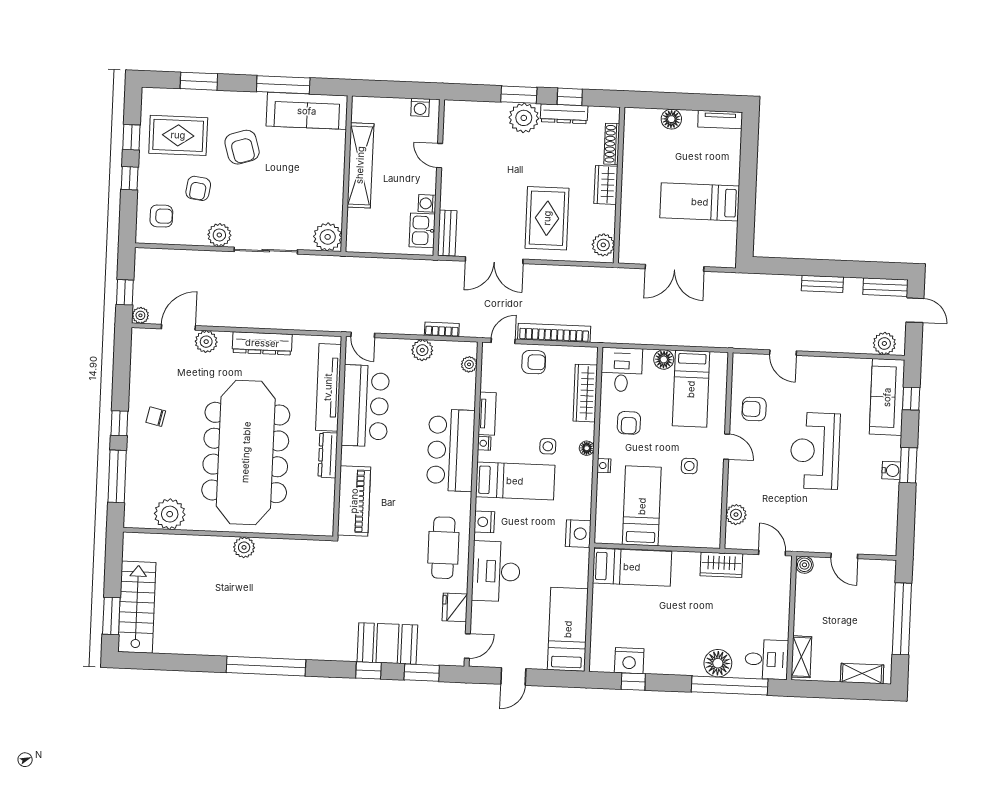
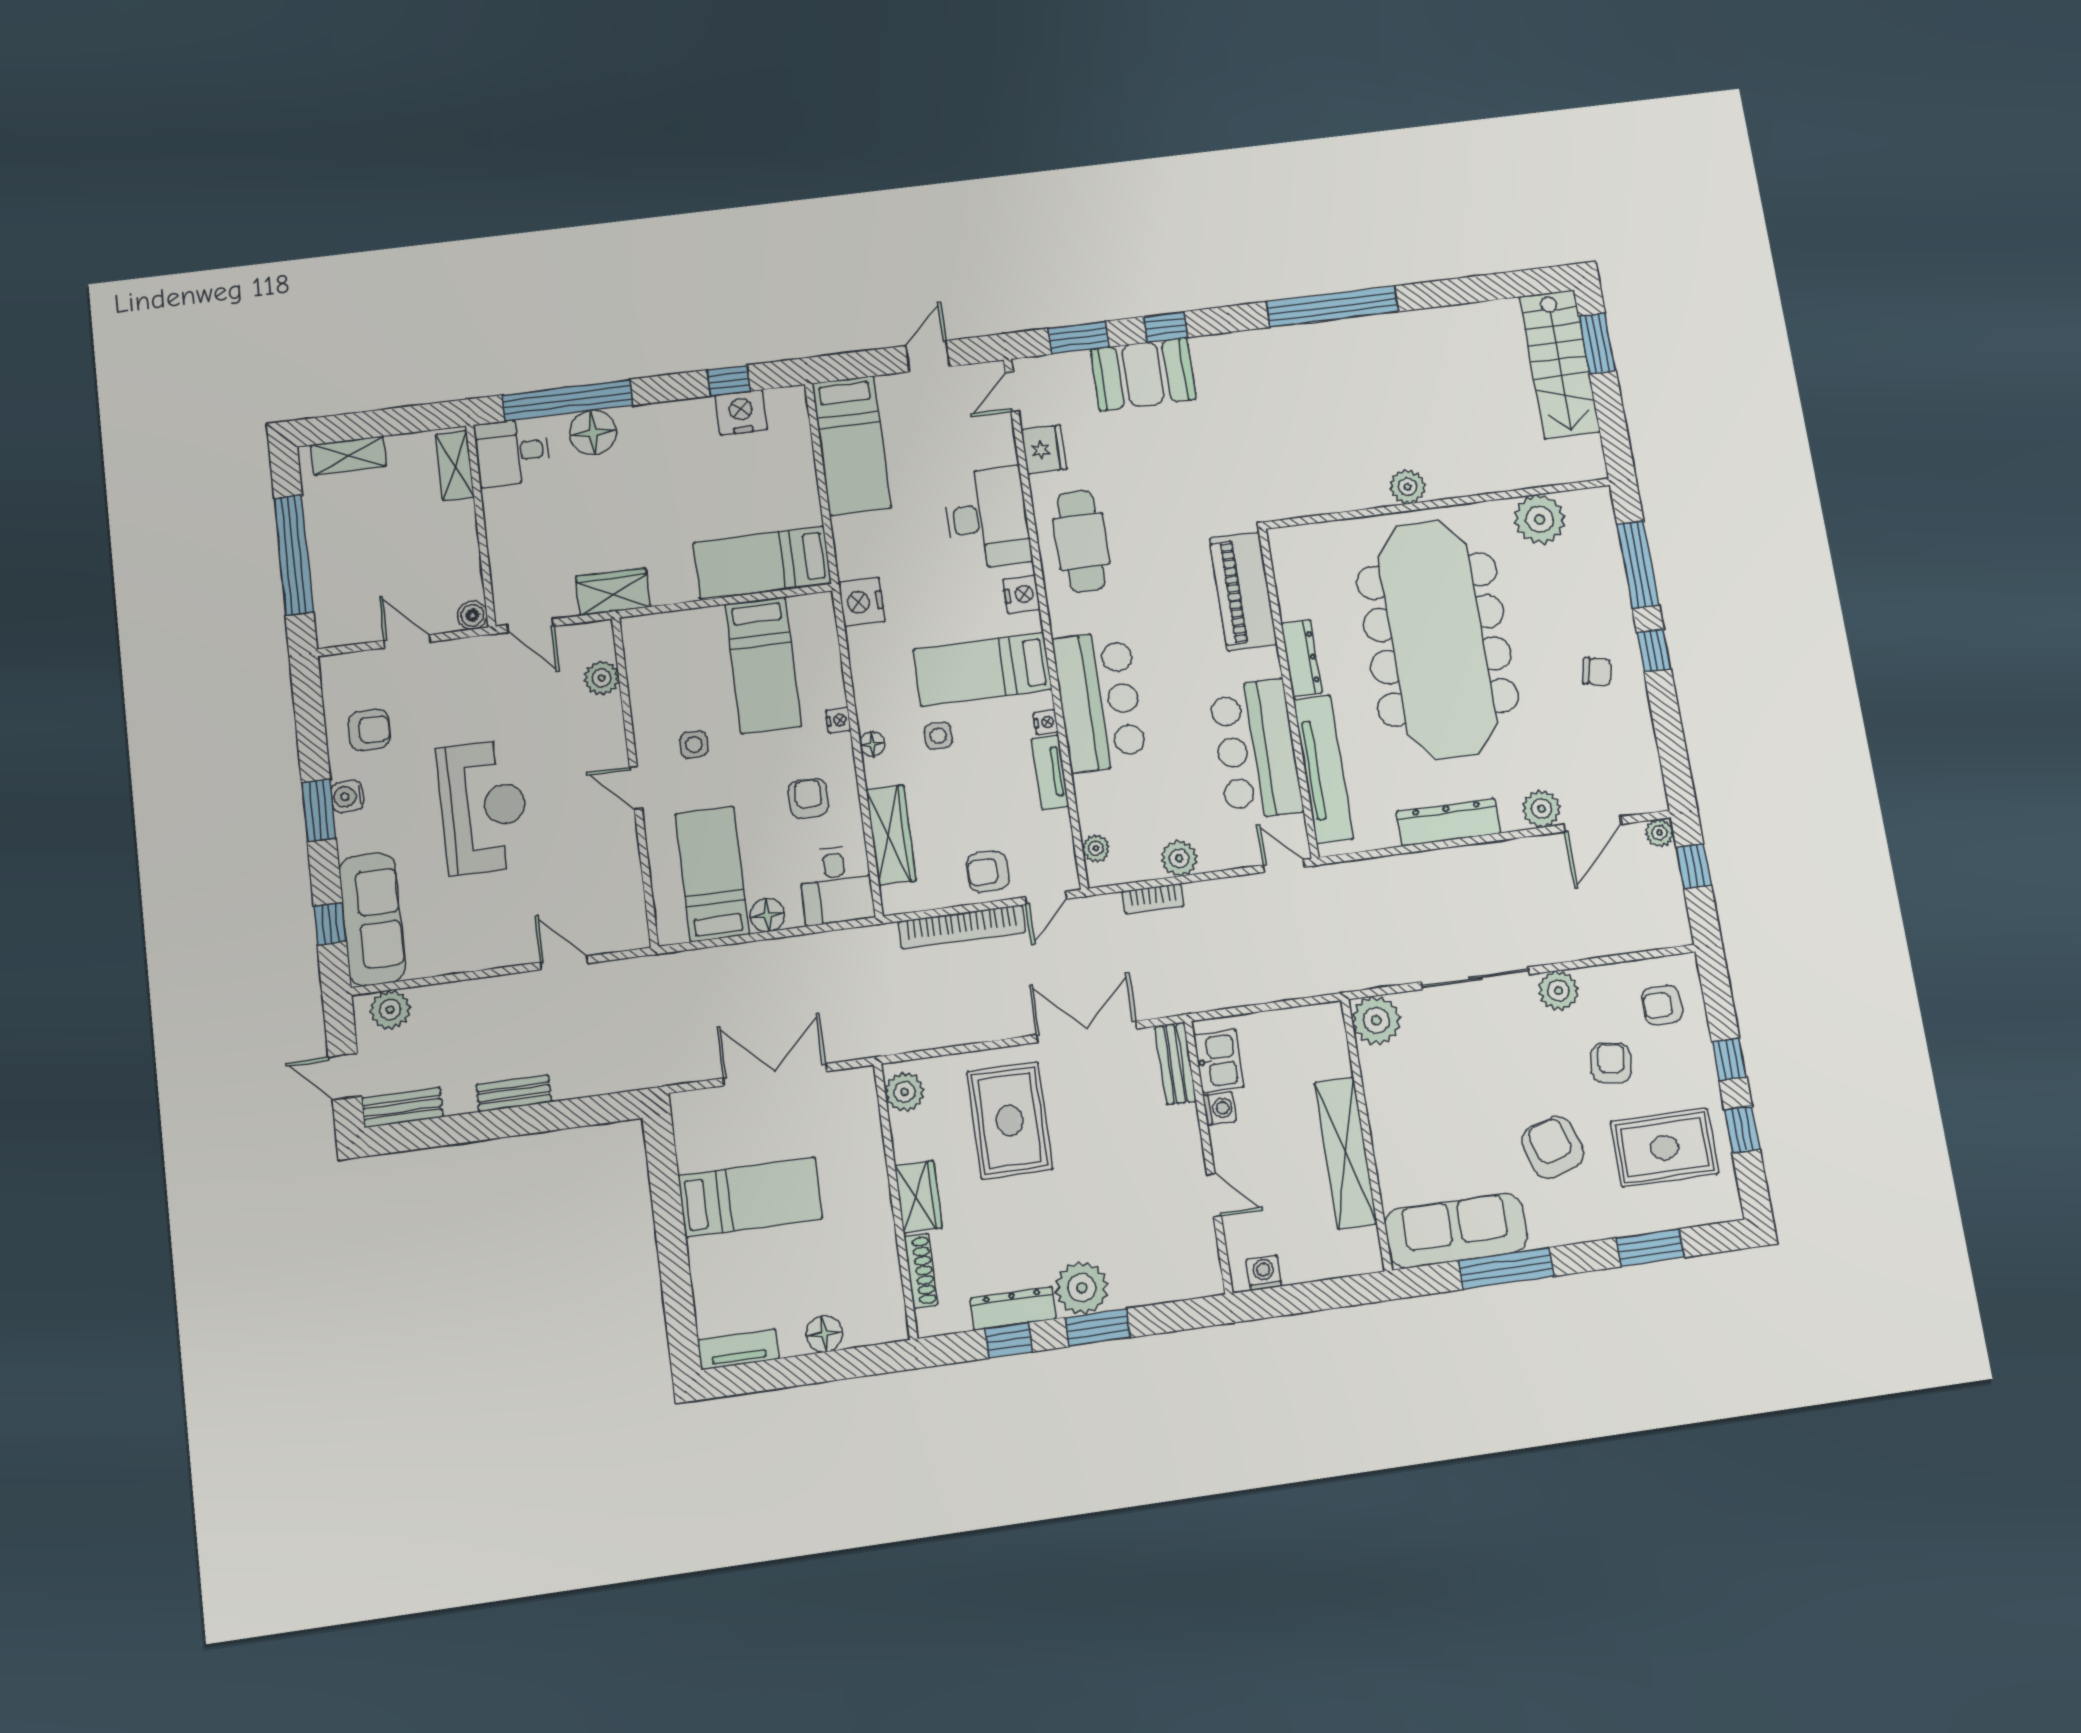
armchair: (754, 409) -> (369, 730), moved

